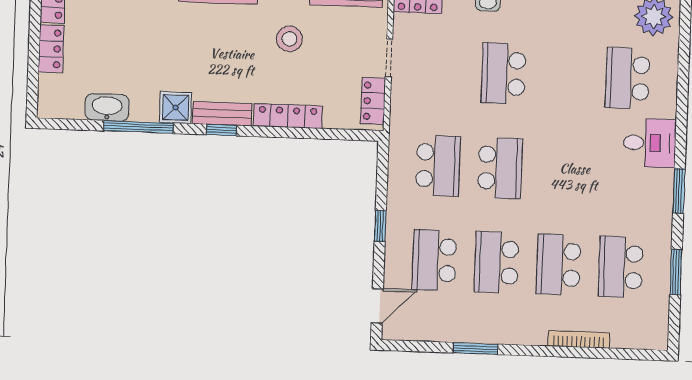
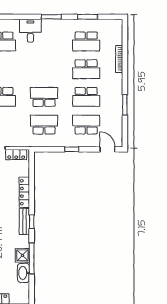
shower: (175, 108) -> (22, 255), moved
school desk: (434, 260) -> (86, 125), turned 180

